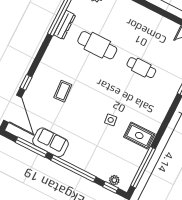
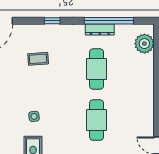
cafe table: (141, 68) -> (97, 120), width x1.37, depth x1.35
window: (26, 82) -> (52, 21), moved

